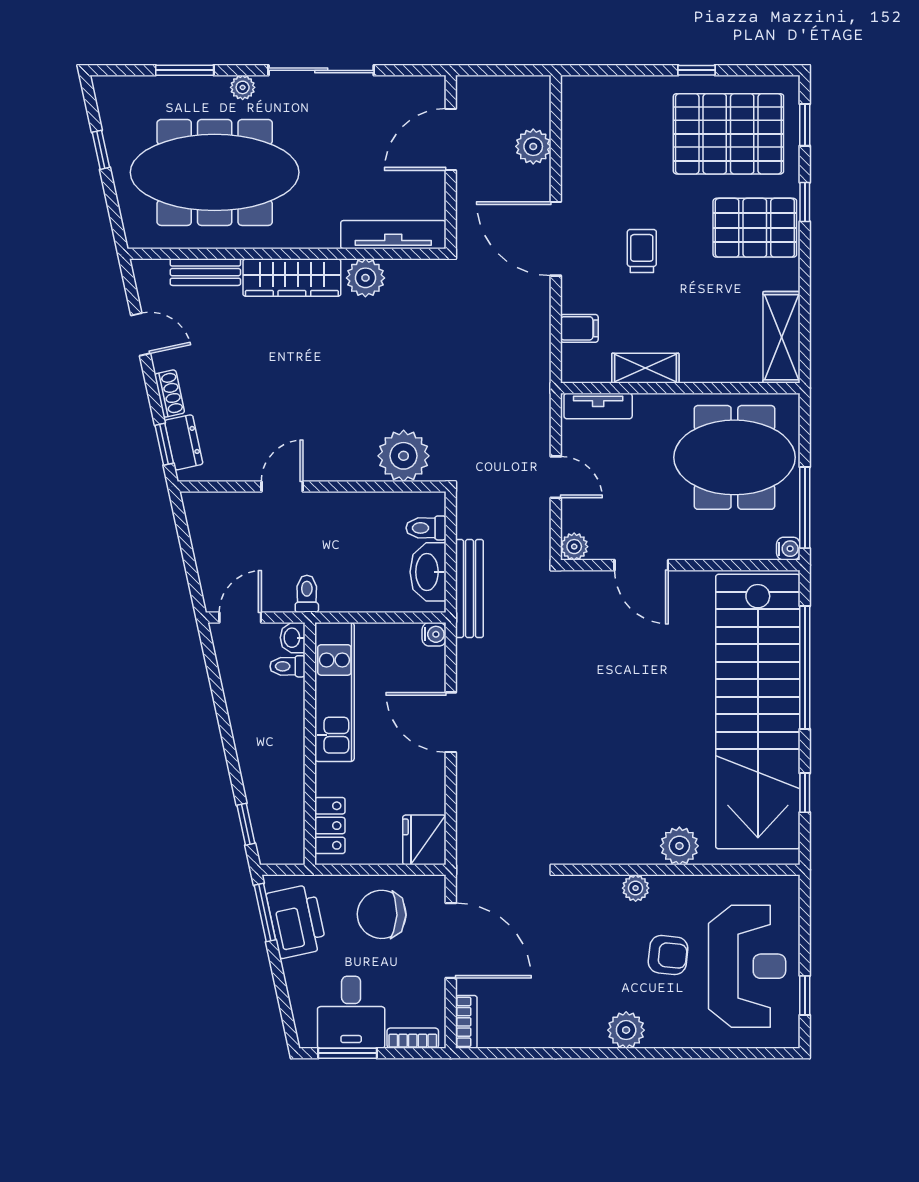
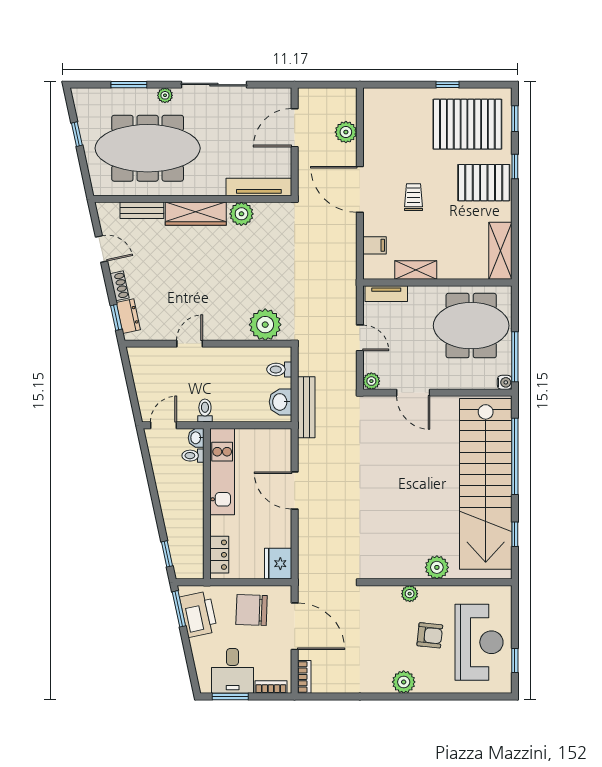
washbasin: (428, 572) -> (280, 402), width x0.72
water cooler: (434, 634) -> (284, 436), removed

